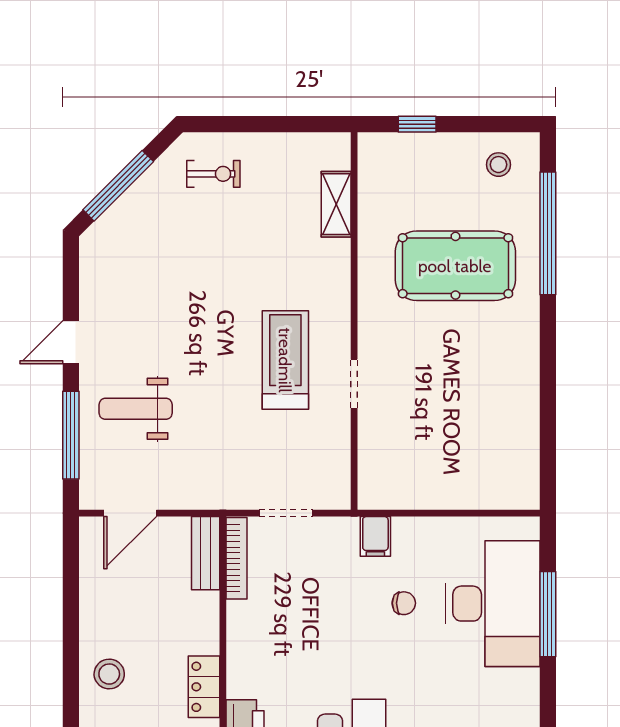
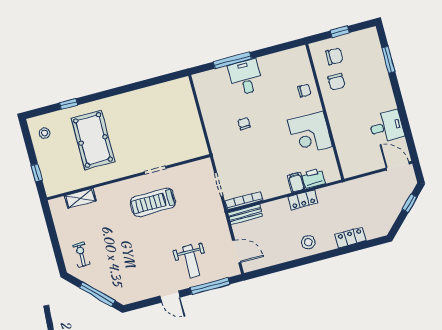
window: (548, 233) -> (69, 104), width x0.32
filing cabinet: (375, 536) -> (296, 182), moved, turned -90
desk: (493, 604) -> (245, 77), width x0.53, depth x0.77

